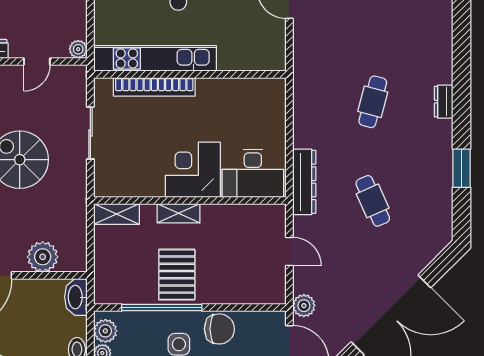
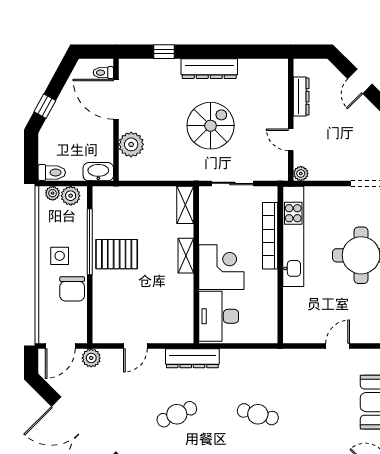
corner desk: (193, 170) -> (221, 267), moved
desk: (253, 173) -> (219, 316), moved
wall: (190, 201) -> (196, 265), moved
shelving: (179, 213) -> (186, 256), moved
shelving: (116, 214) -> (185, 205), moved

